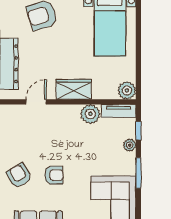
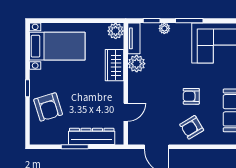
wardrobe: (74, 89) -> (114, 65), moved
door: (36, 102) -> (126, 112), swing flipped
armchair: (54, 175) -> (191, 96), turned -90

